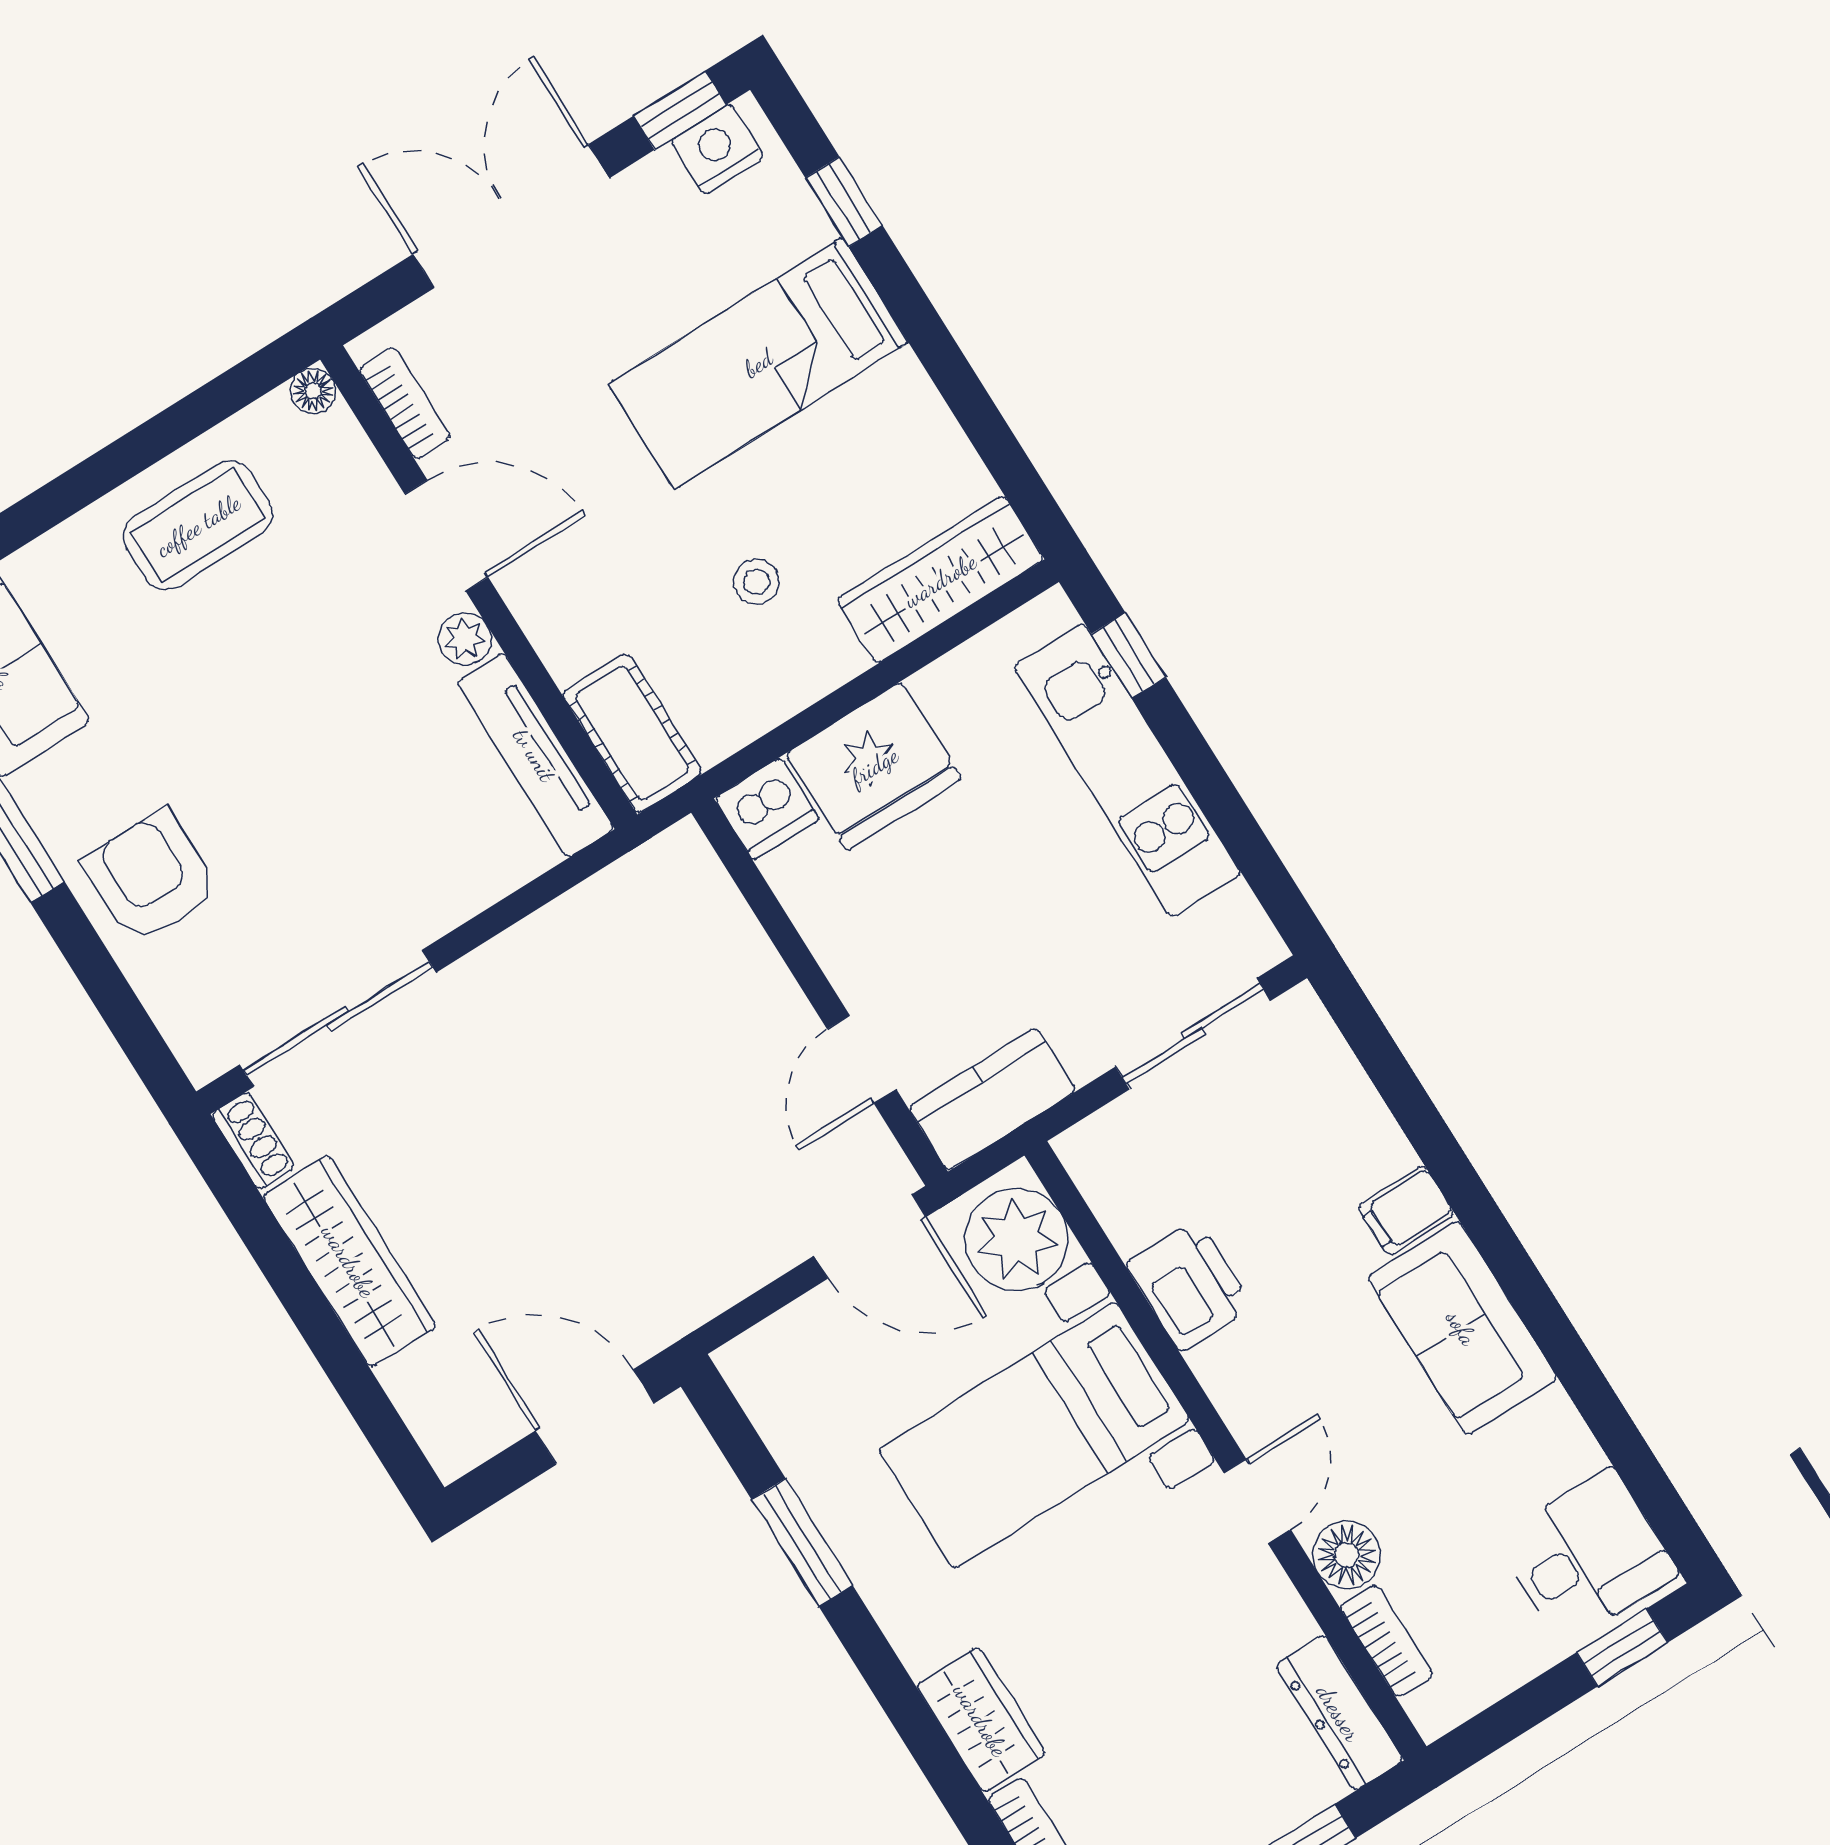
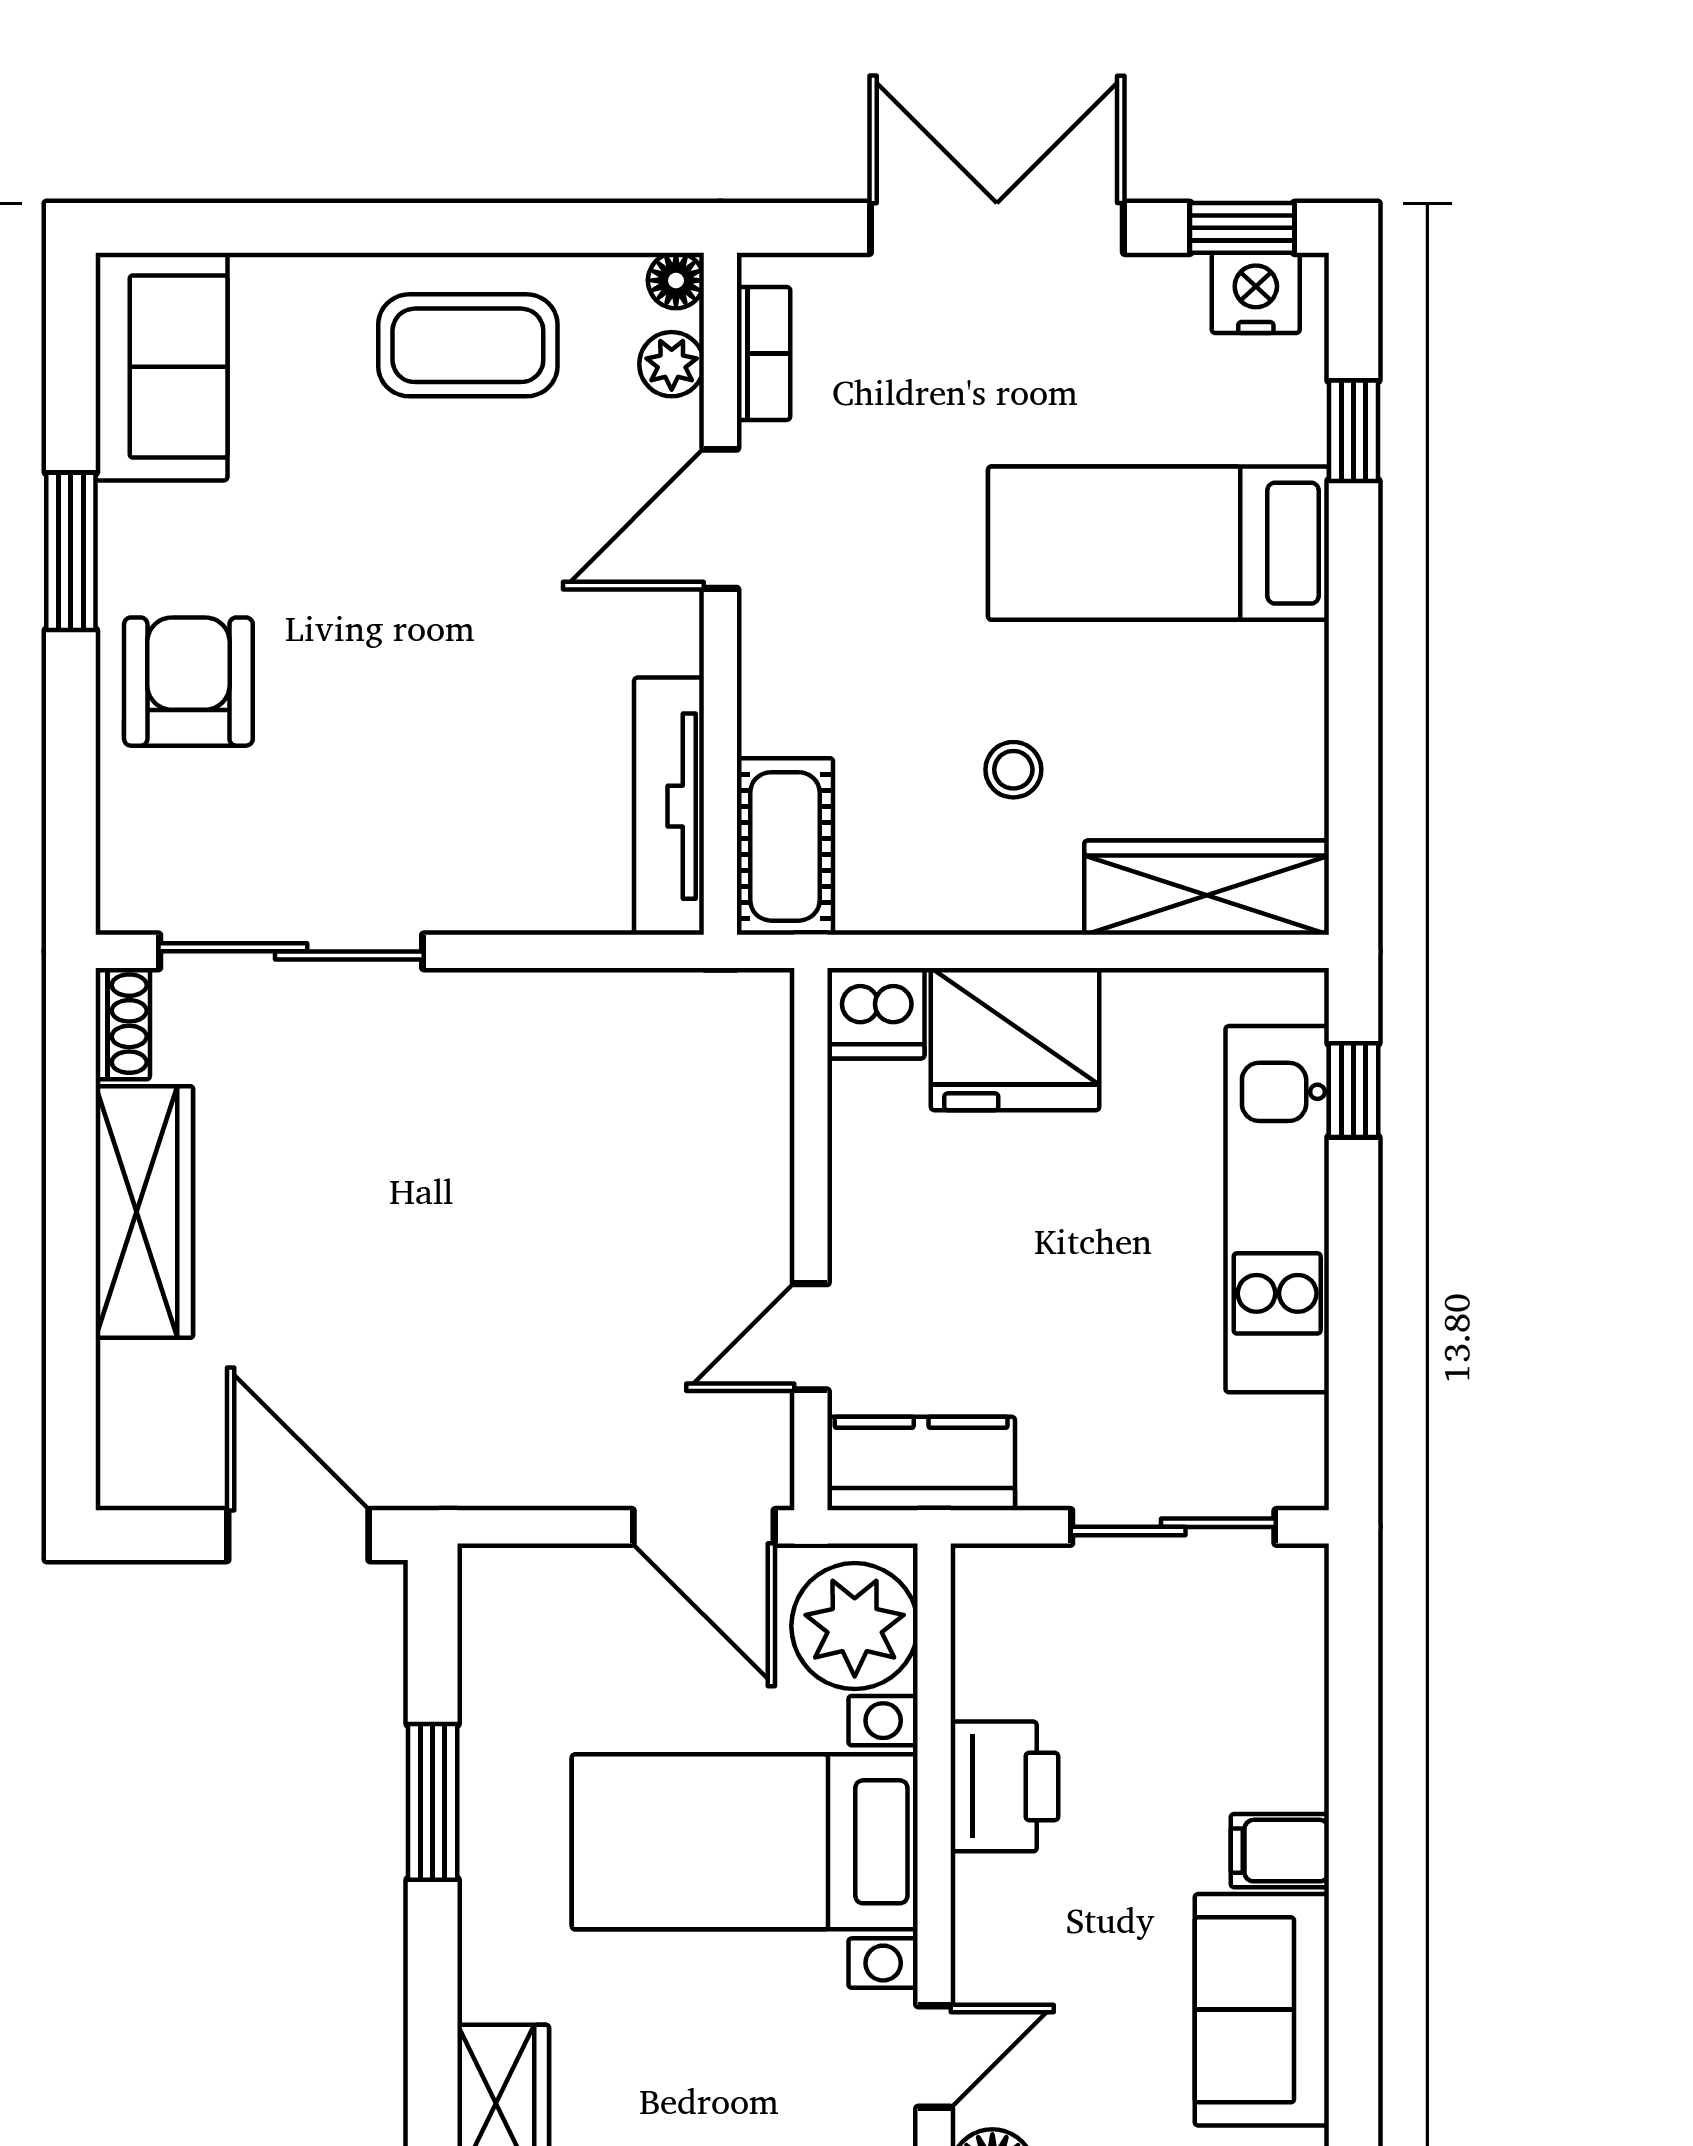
door: (446, 536) -> (720, 519), swing flipped
plant: (465, 639) -> (672, 364), moved

